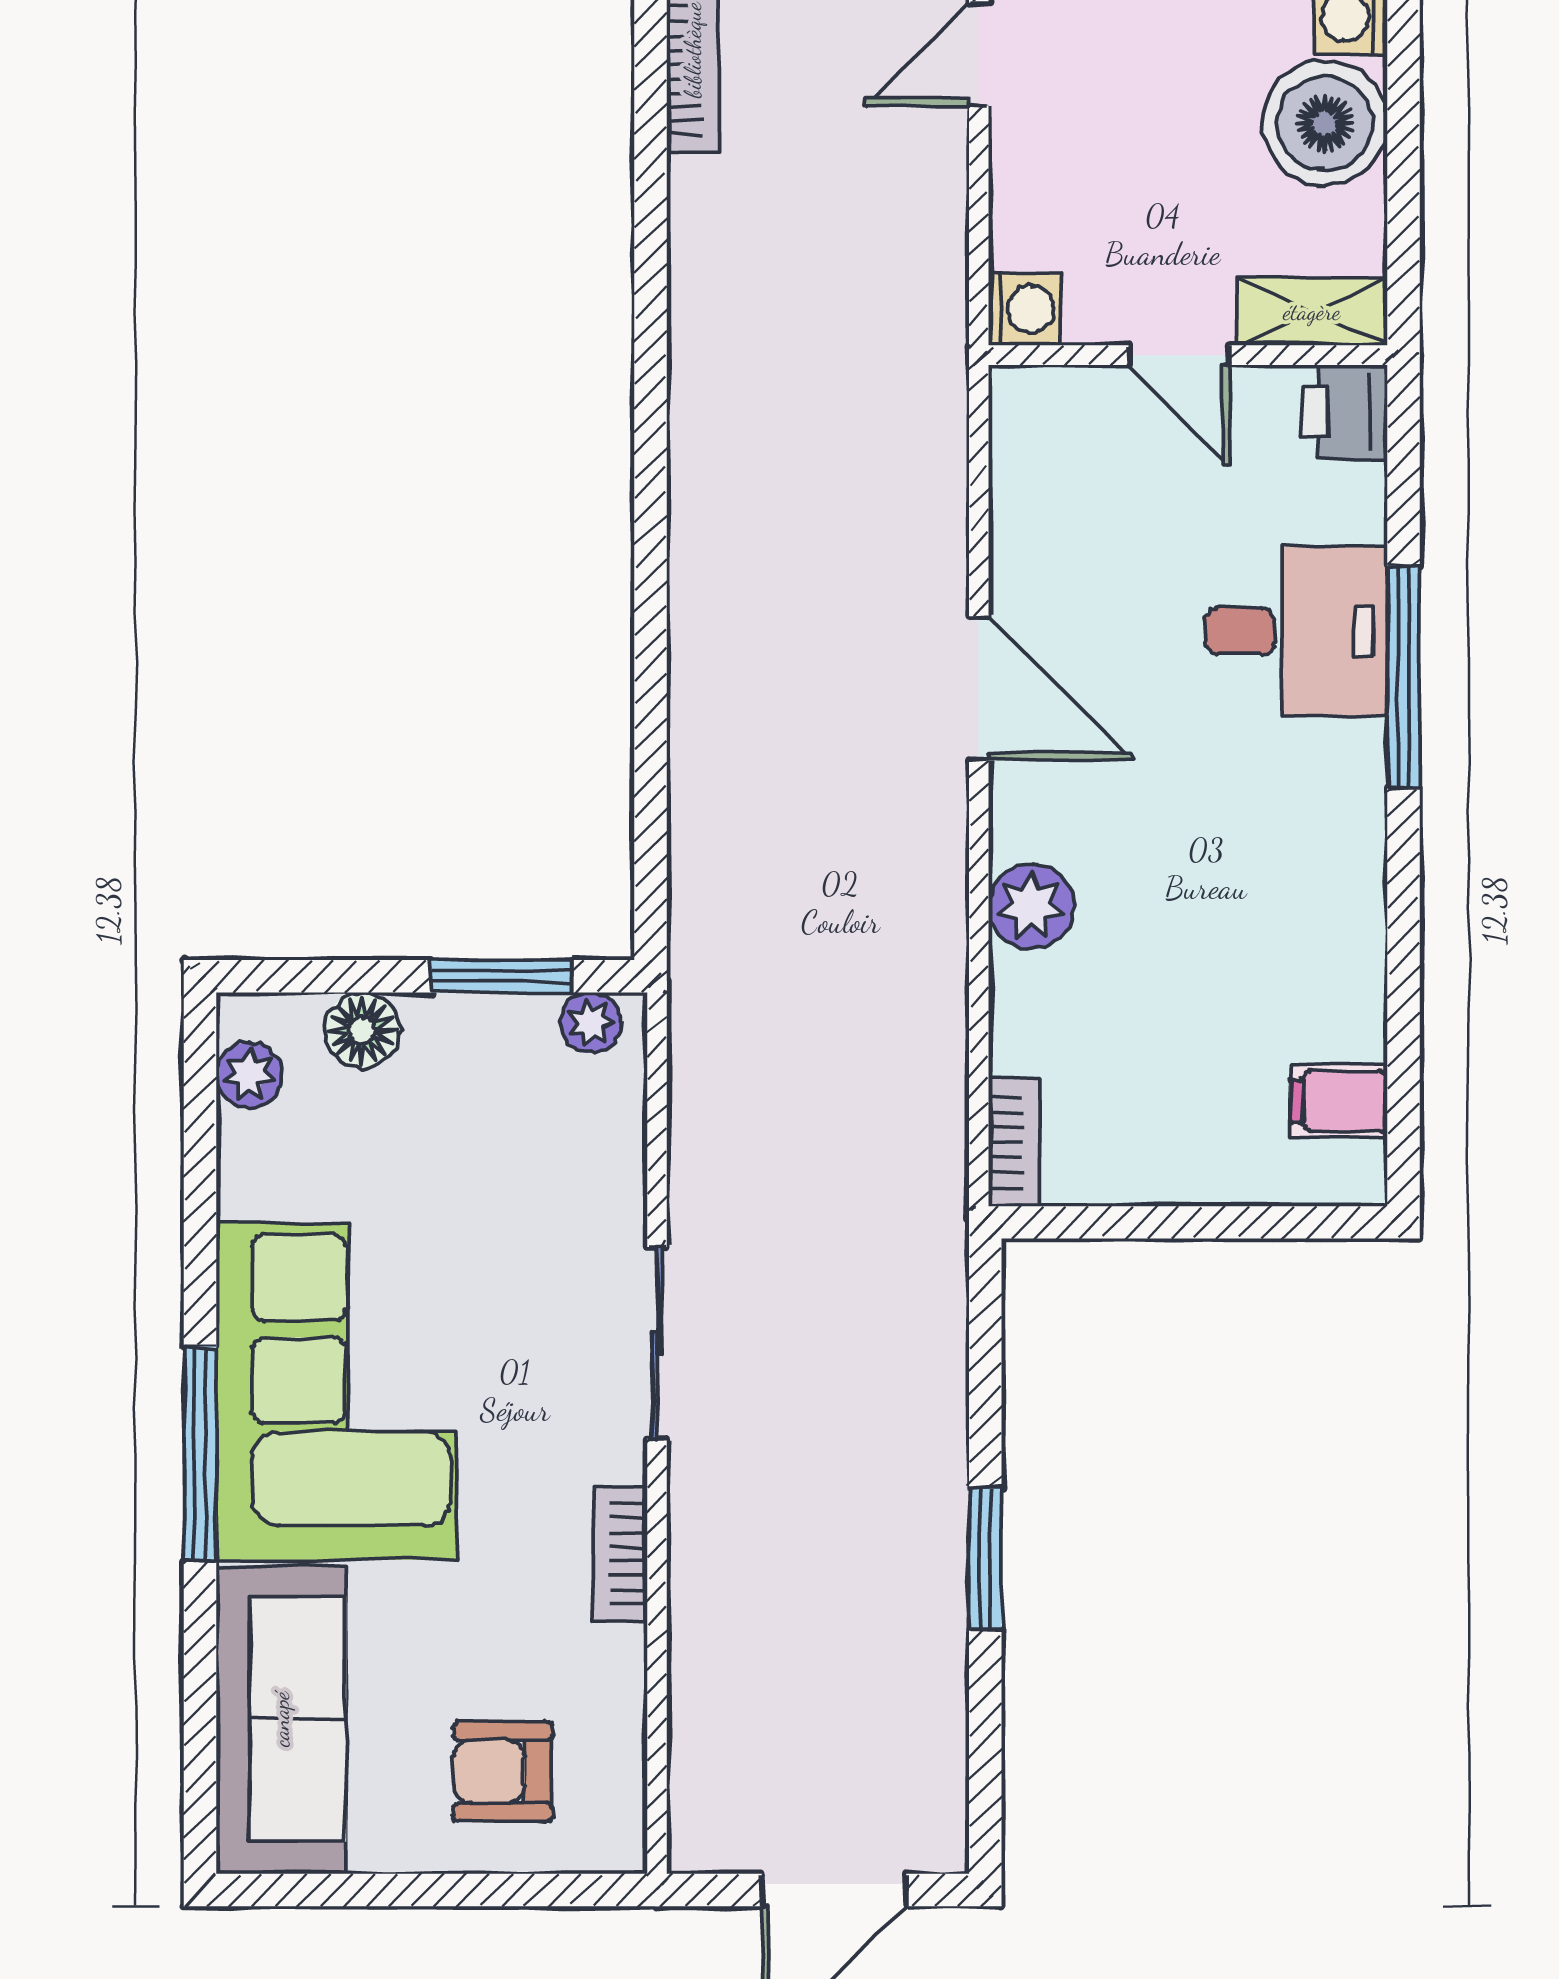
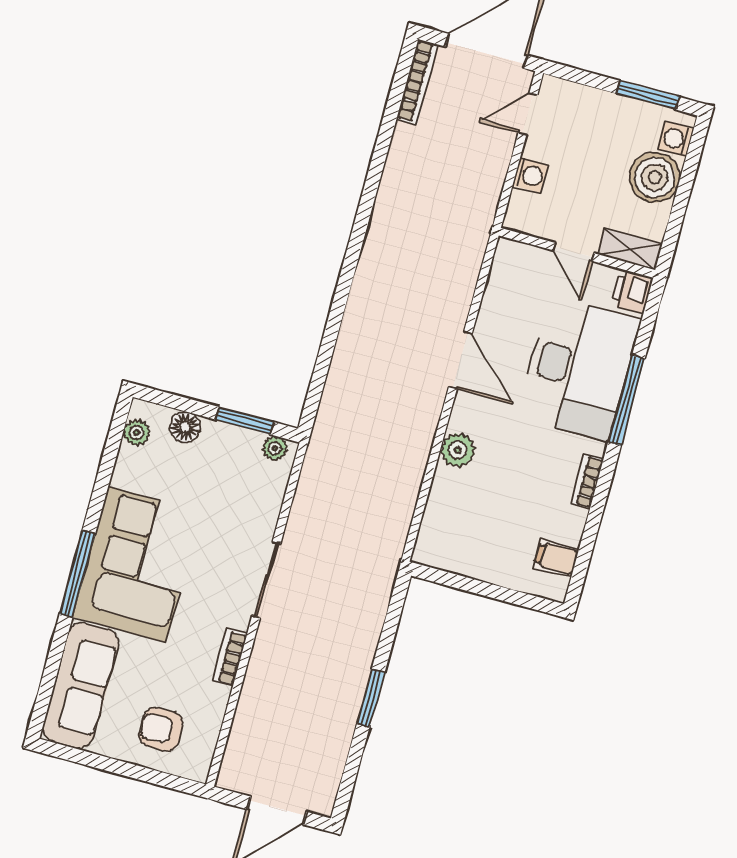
washing machine: (1025, 309) -> (530, 175), moved
desk: (1296, 631) -> (579, 368), width x1.87, depth x1.30
bookcase: (1014, 1143) -> (587, 481), moved, turned 180

